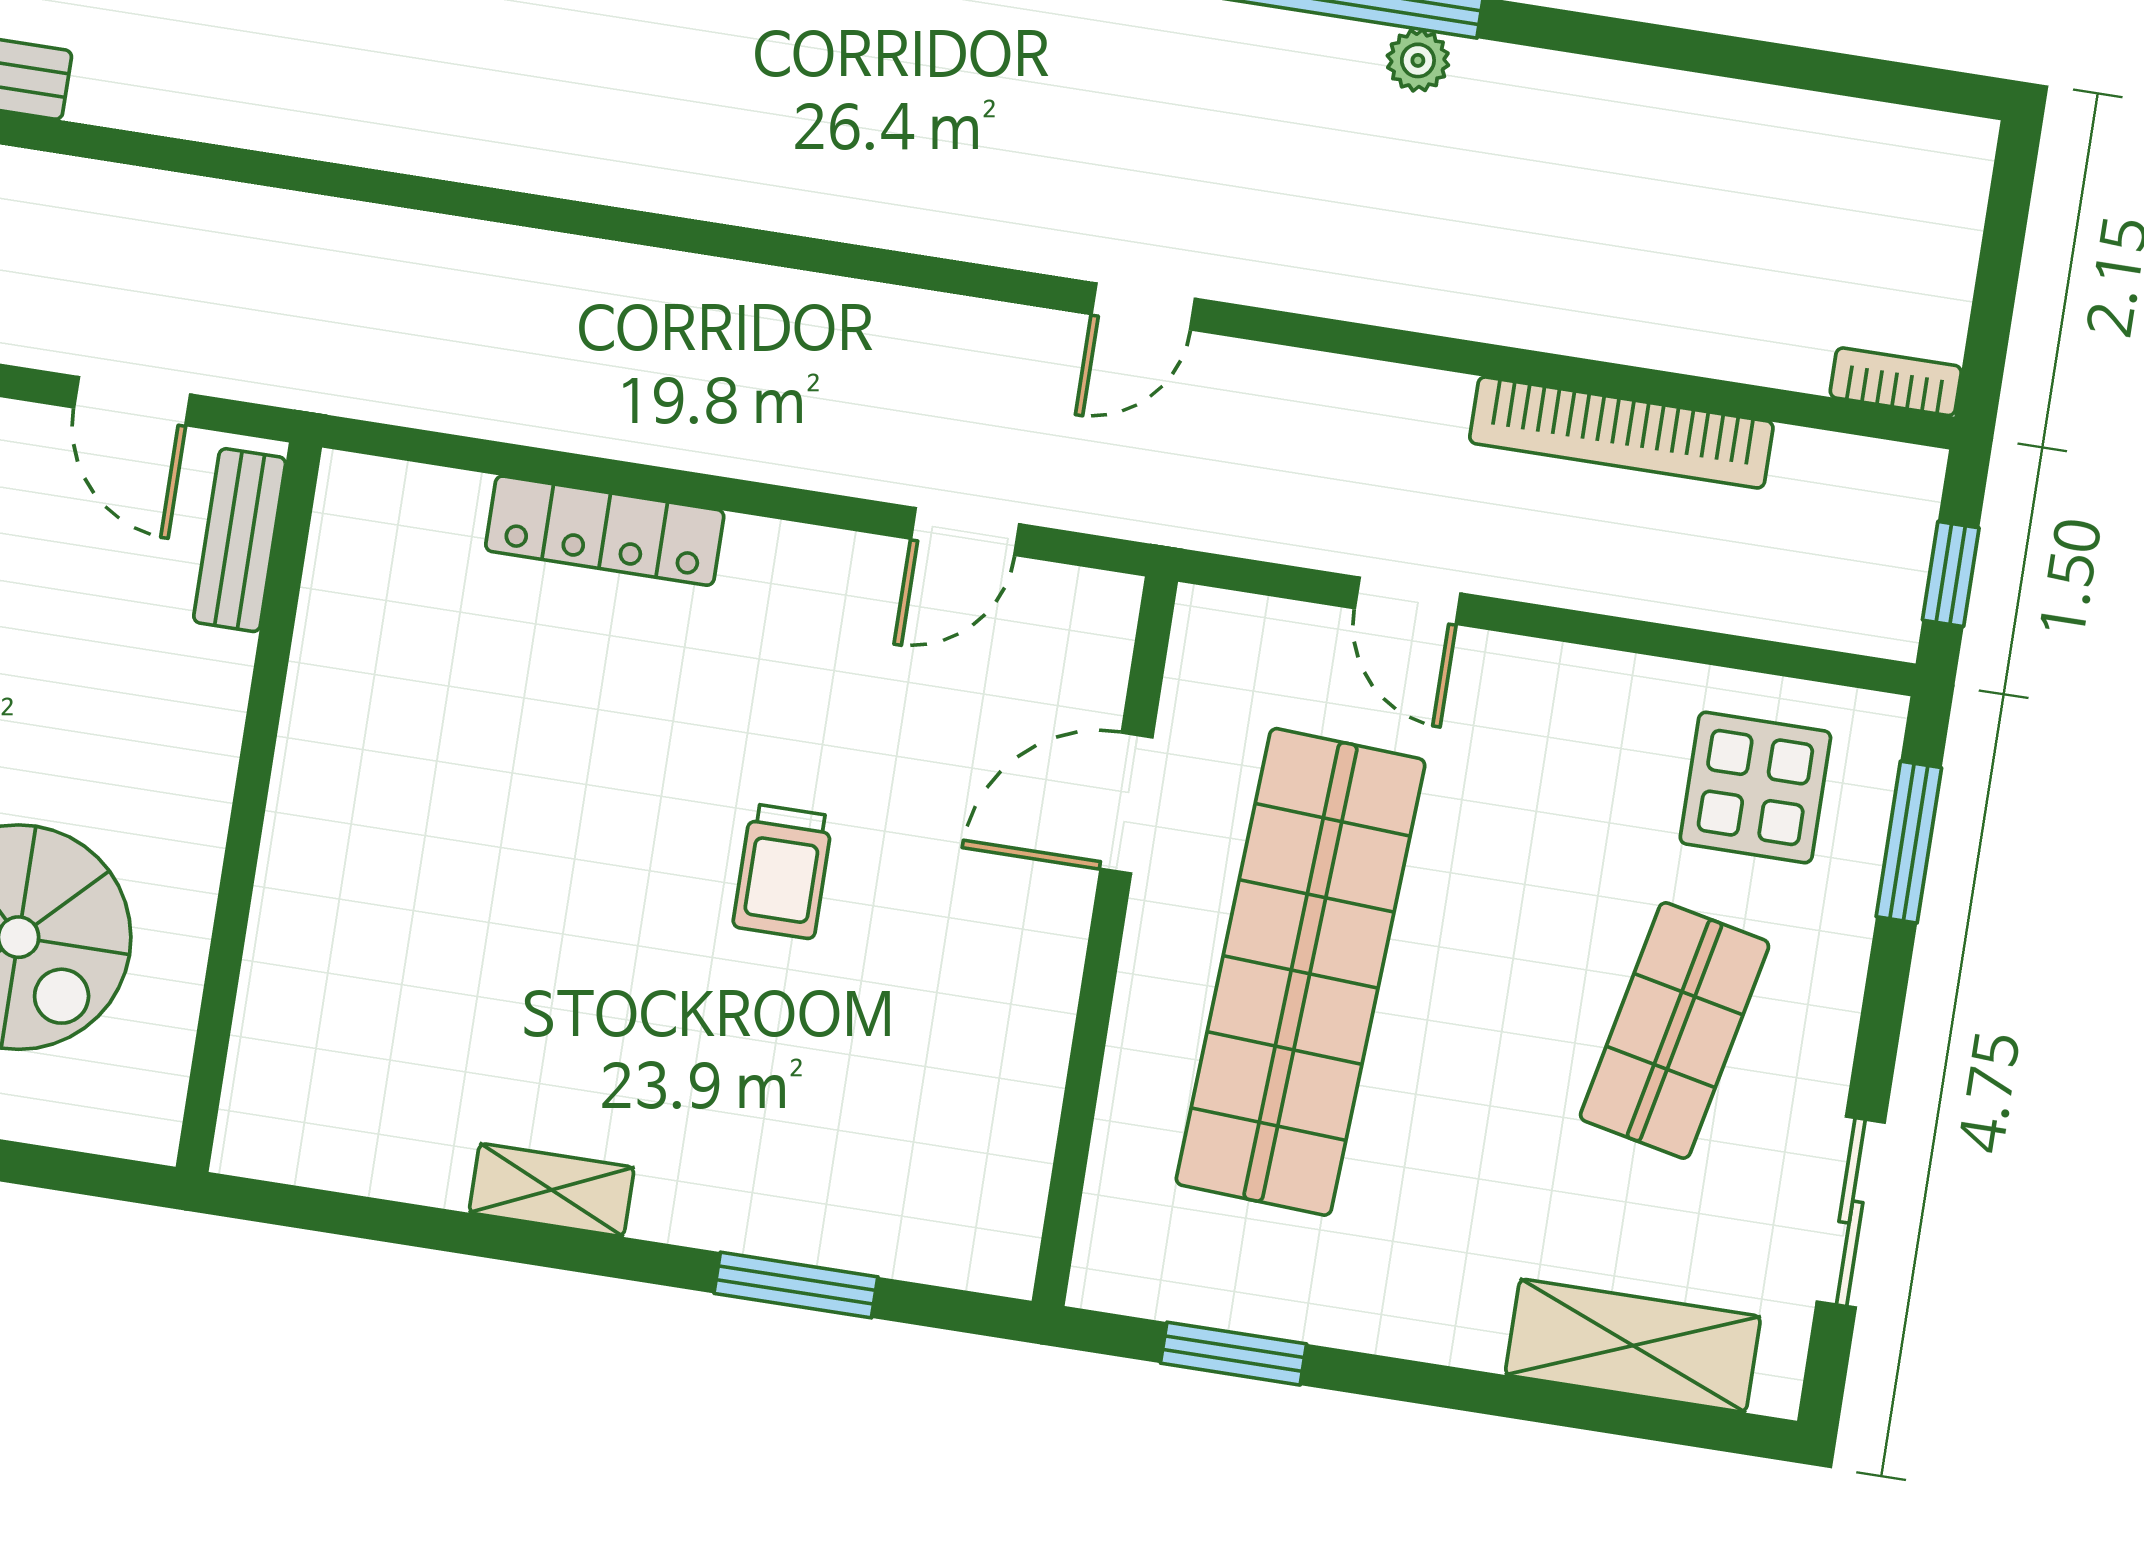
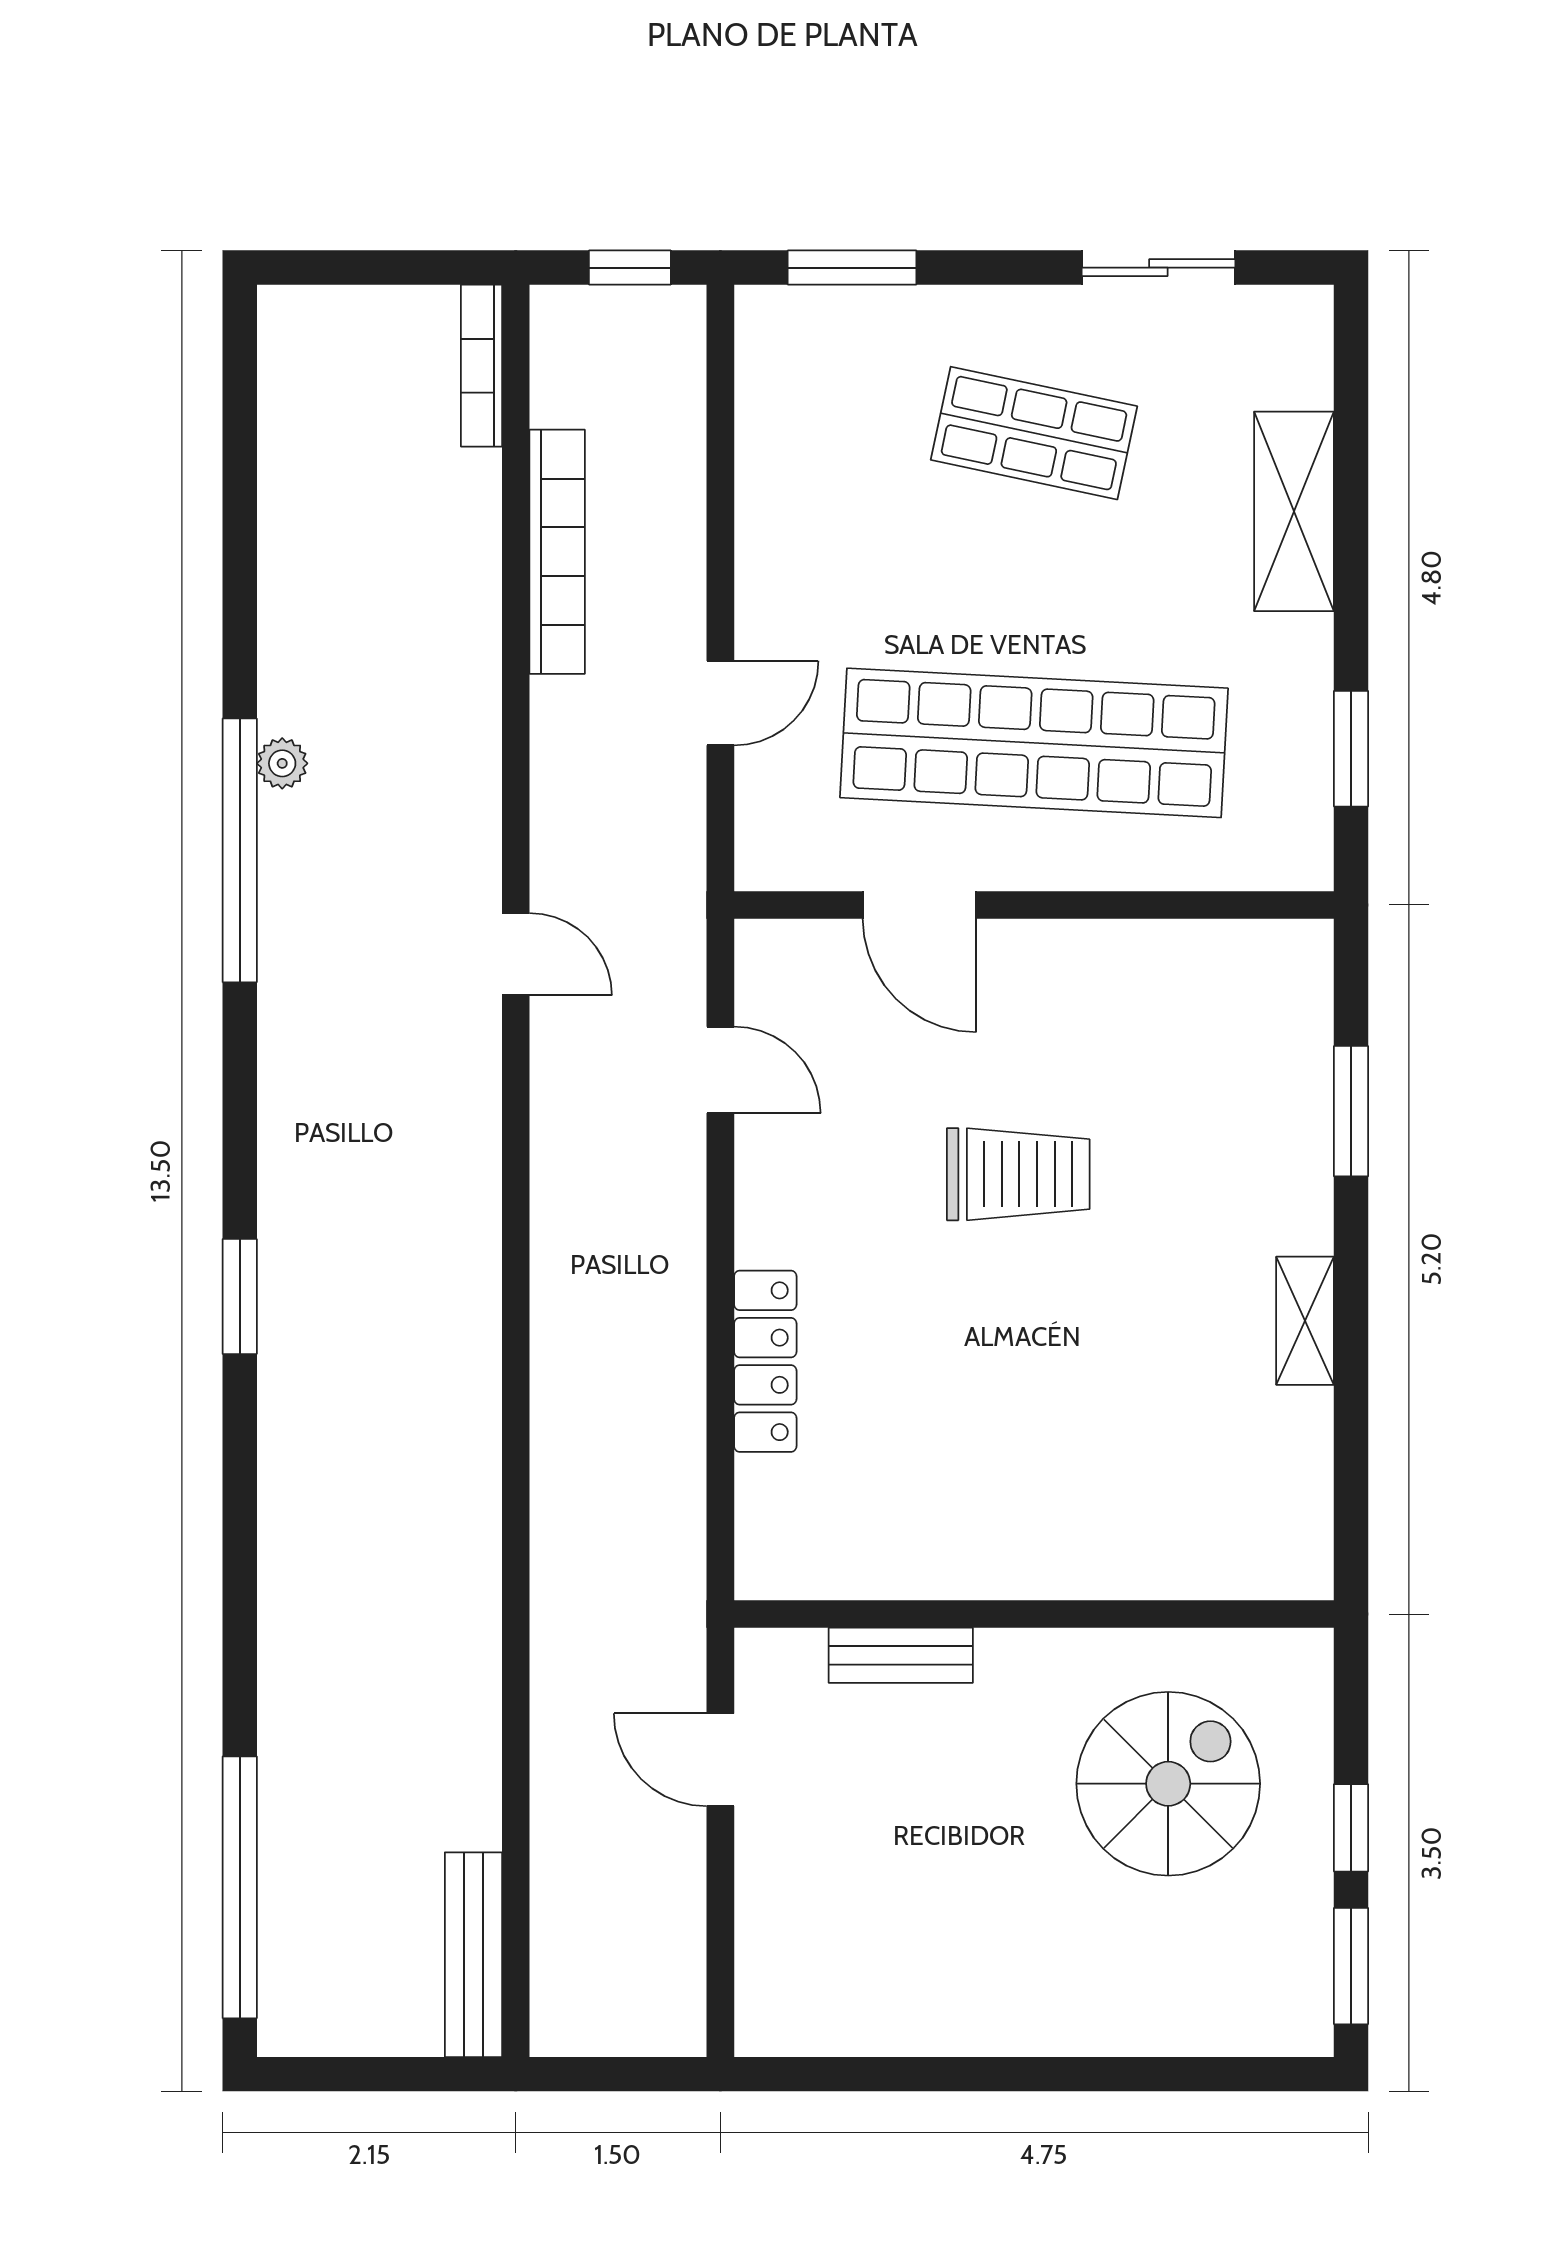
bookcase: (1896, 382) -> (481, 366), width x1.56
door: (132, 401) -> (720, 1760), swing flipped
bench: (240, 540) -> (901, 1655), moved
display table: (1755, 787) -> (827, 398), removed
trolley: (783, 871) -> (1018, 1174), width x1.36, depth x1.39
shelving: (1633, 1346) -> (1294, 511), moved

